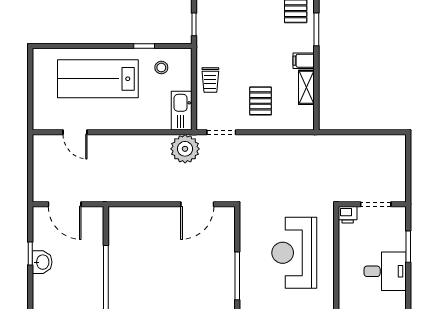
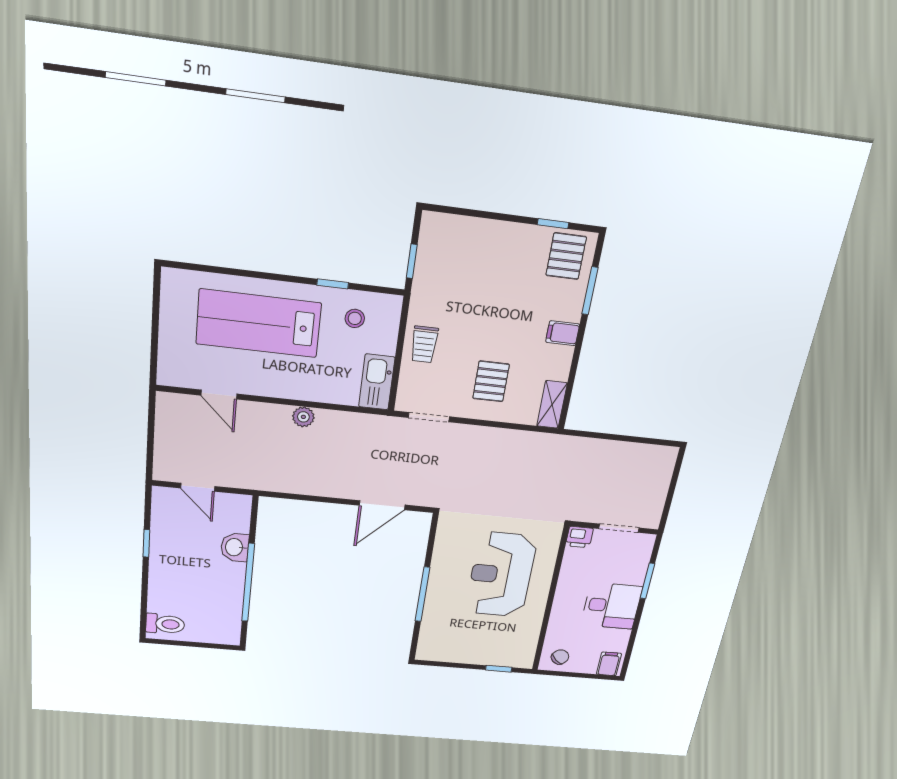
shelving: (306, 87) -> (552, 404), moved
plant: (185, 149) -> (303, 417), moved, width x0.53, depth x0.53
door: (65, 204) -> (198, 487), width x0.73
washbasin: (42, 262) -> (235, 547), moved, turned 180

